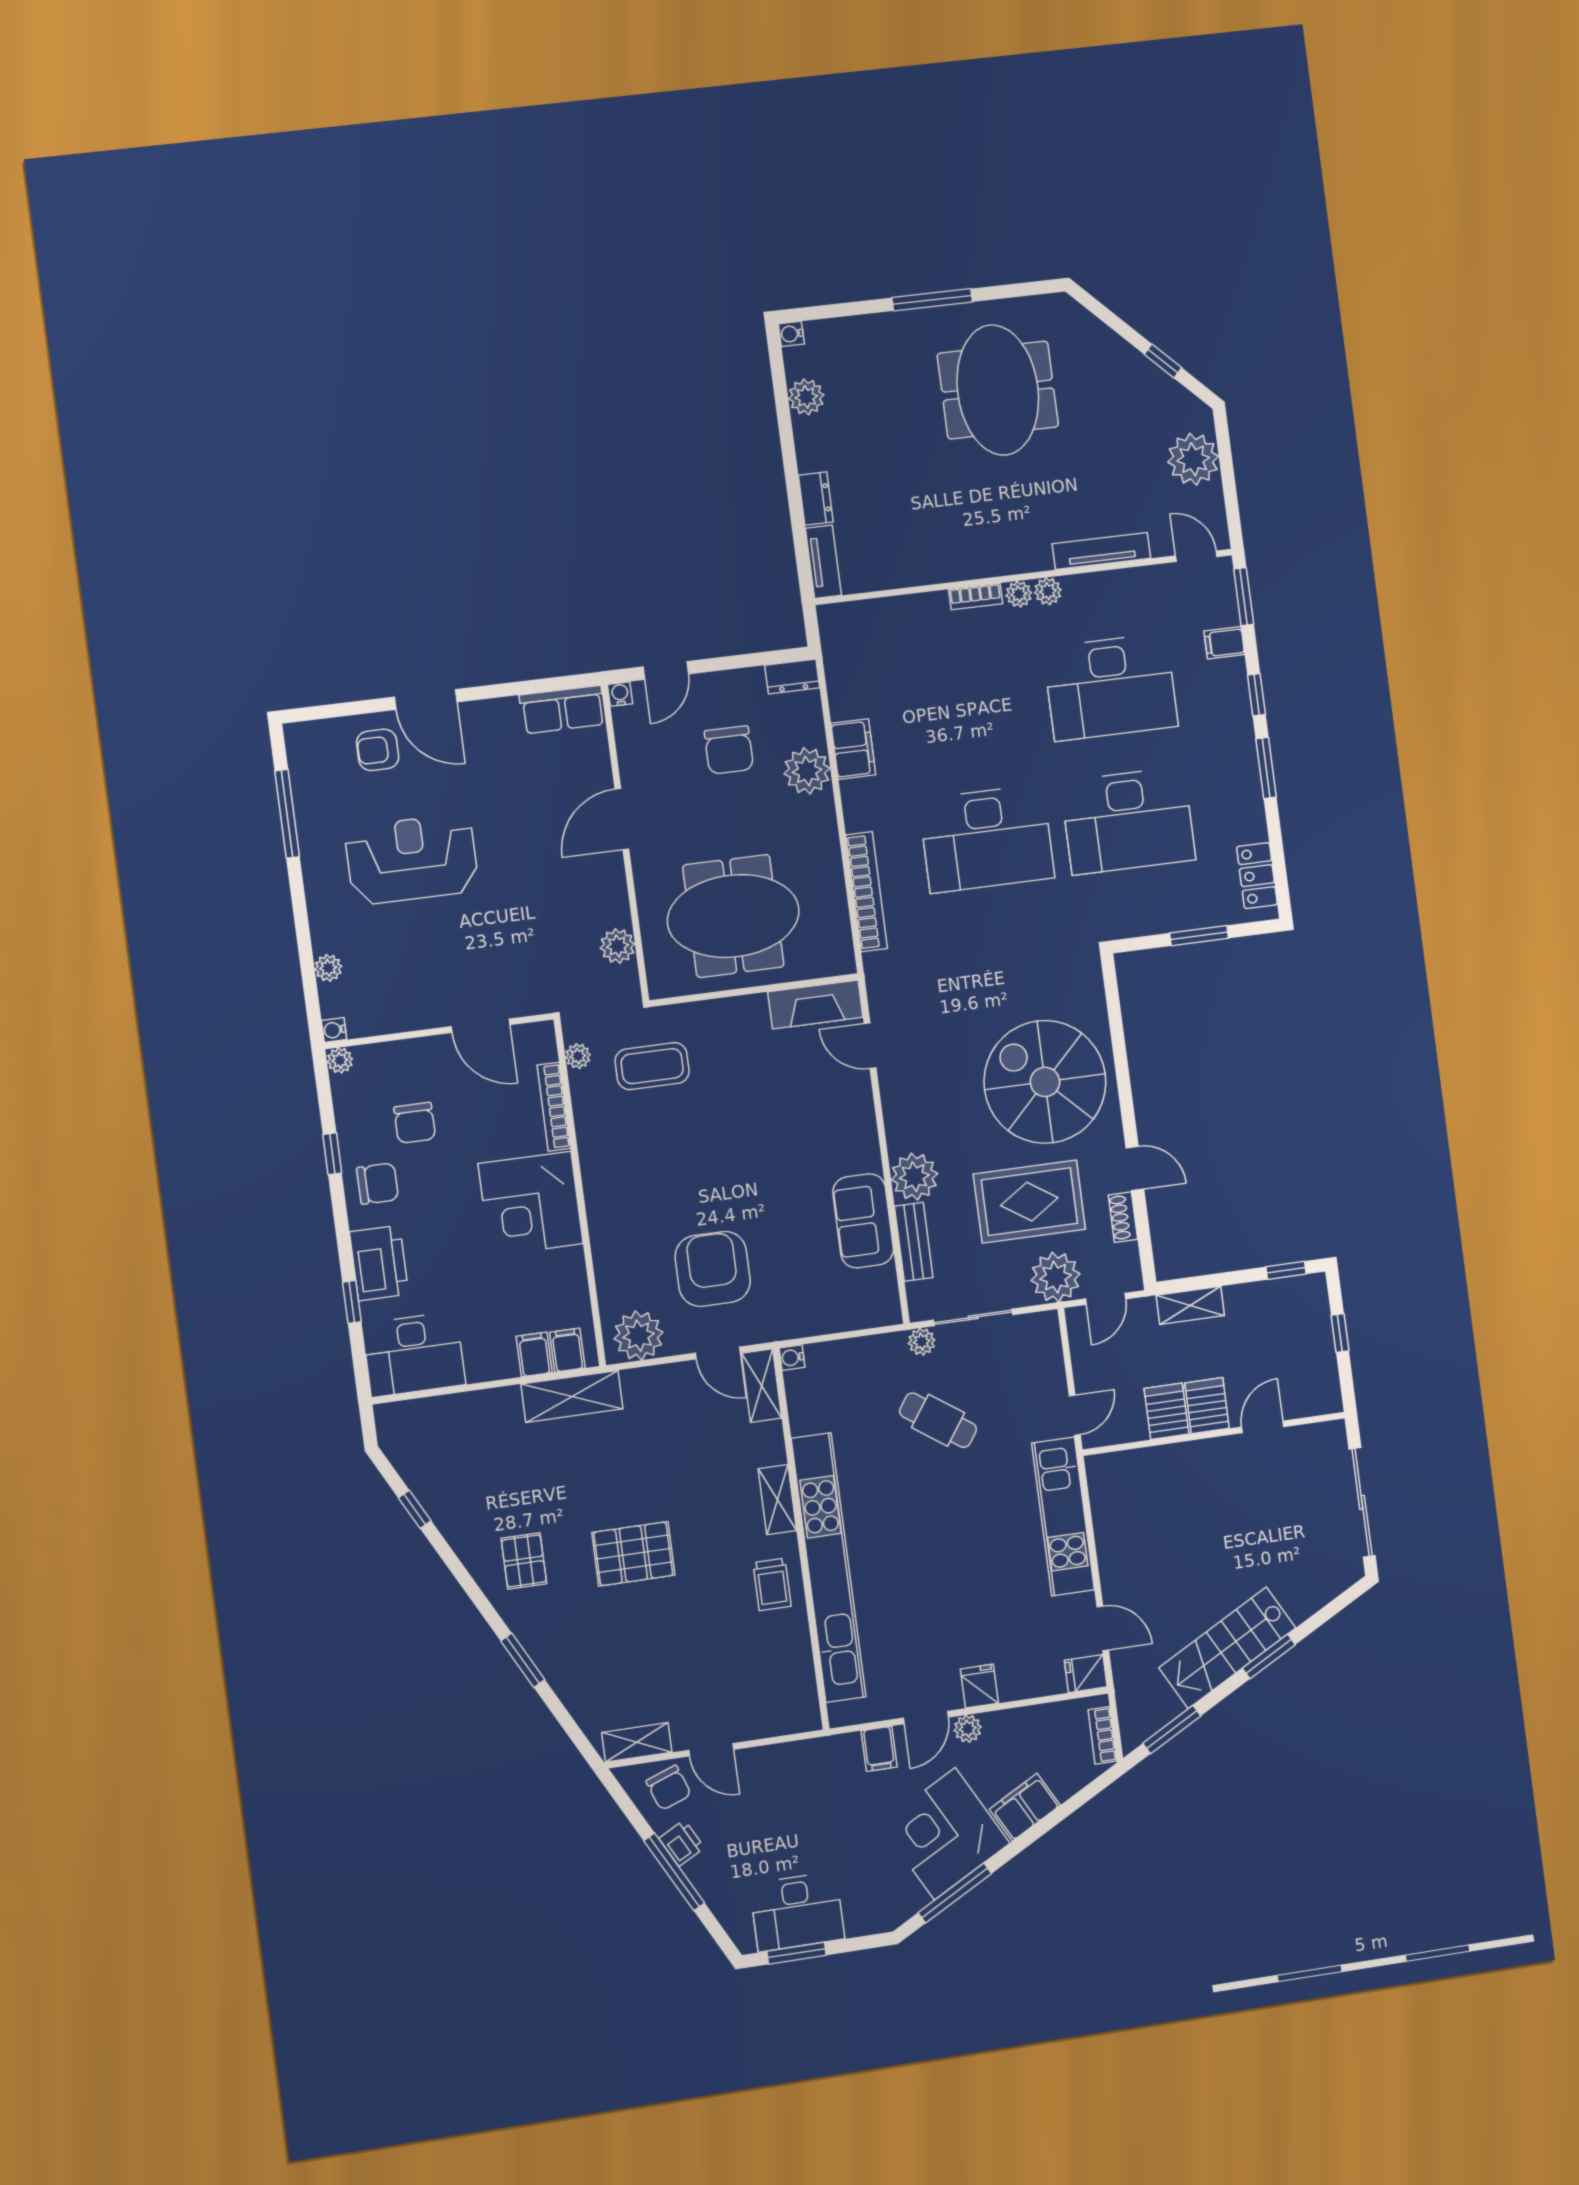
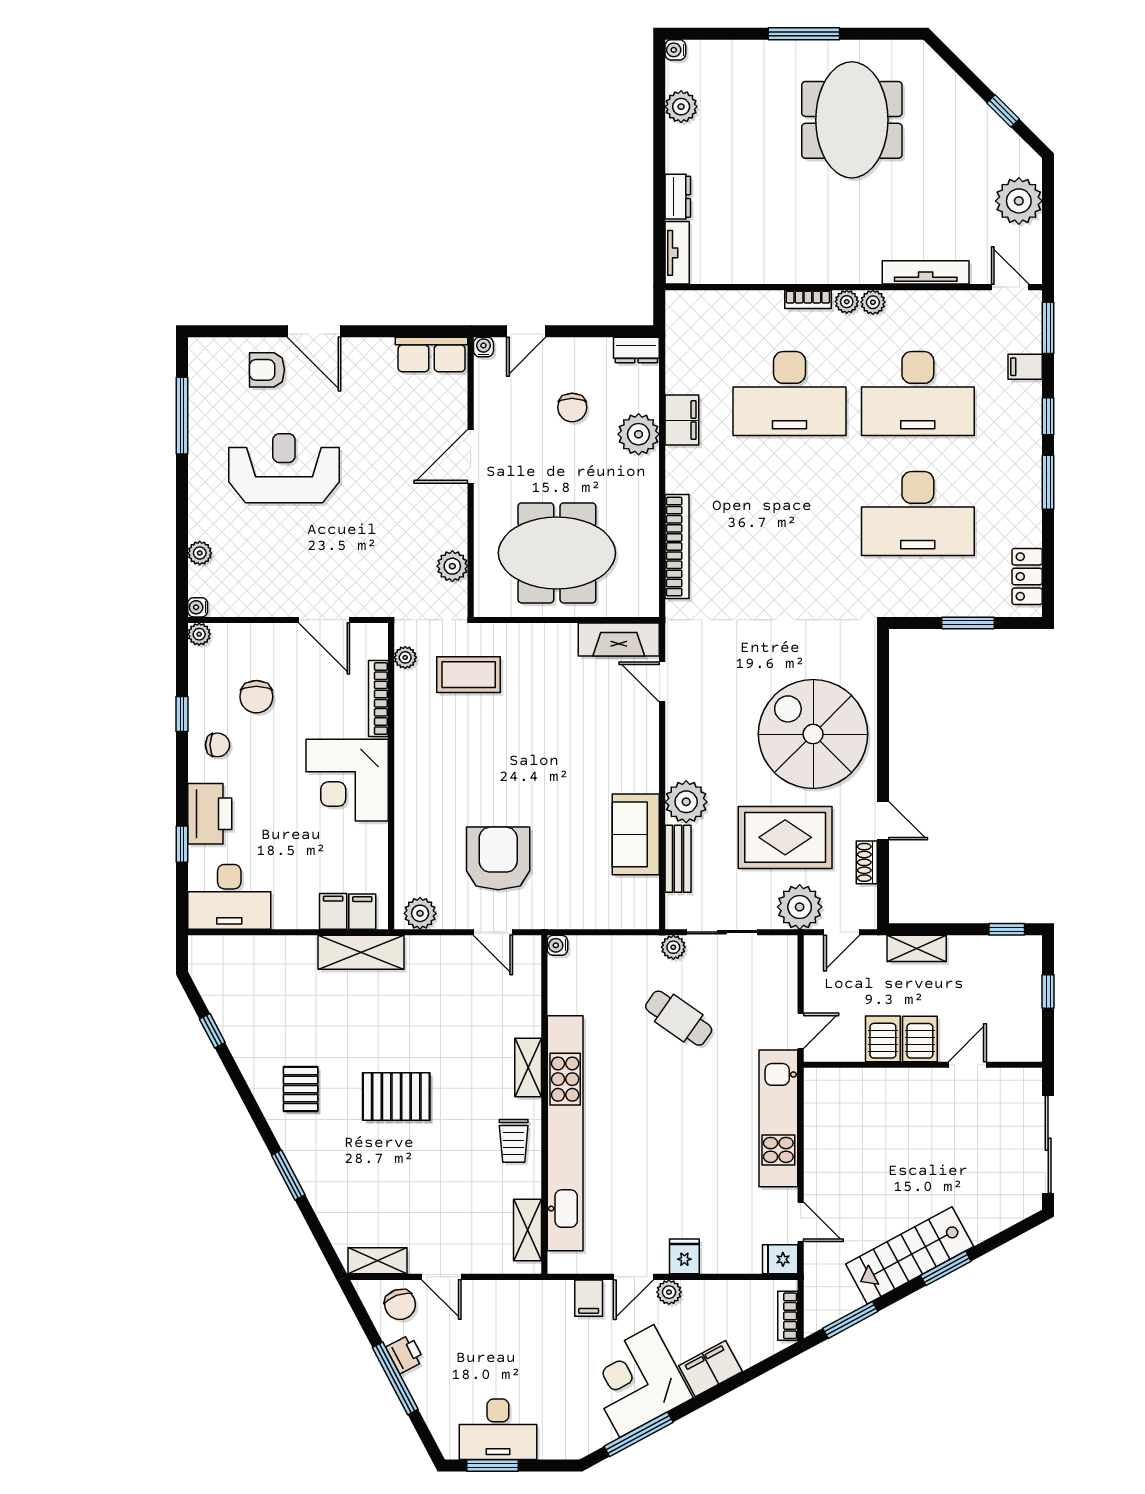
chair: (729, 750) -> (572, 407), width x0.73, depth x0.73
desk: (987, 839) -> (789, 394), moved
chair: (378, 1184) -> (218, 745), width x0.73, depth x0.73
plant: (639, 1336) -> (420, 913), width x0.73, depth x0.73
shelving: (762, 1386) -> (527, 1230), moved

